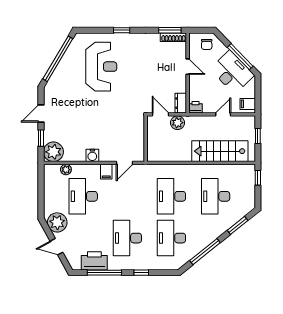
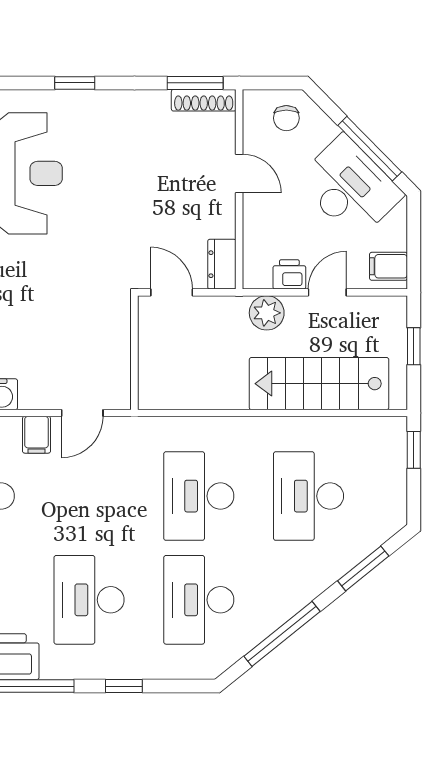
printer: (196, 107) -> (289, 274), moved
plant: (178, 123) -> (267, 313), moved

